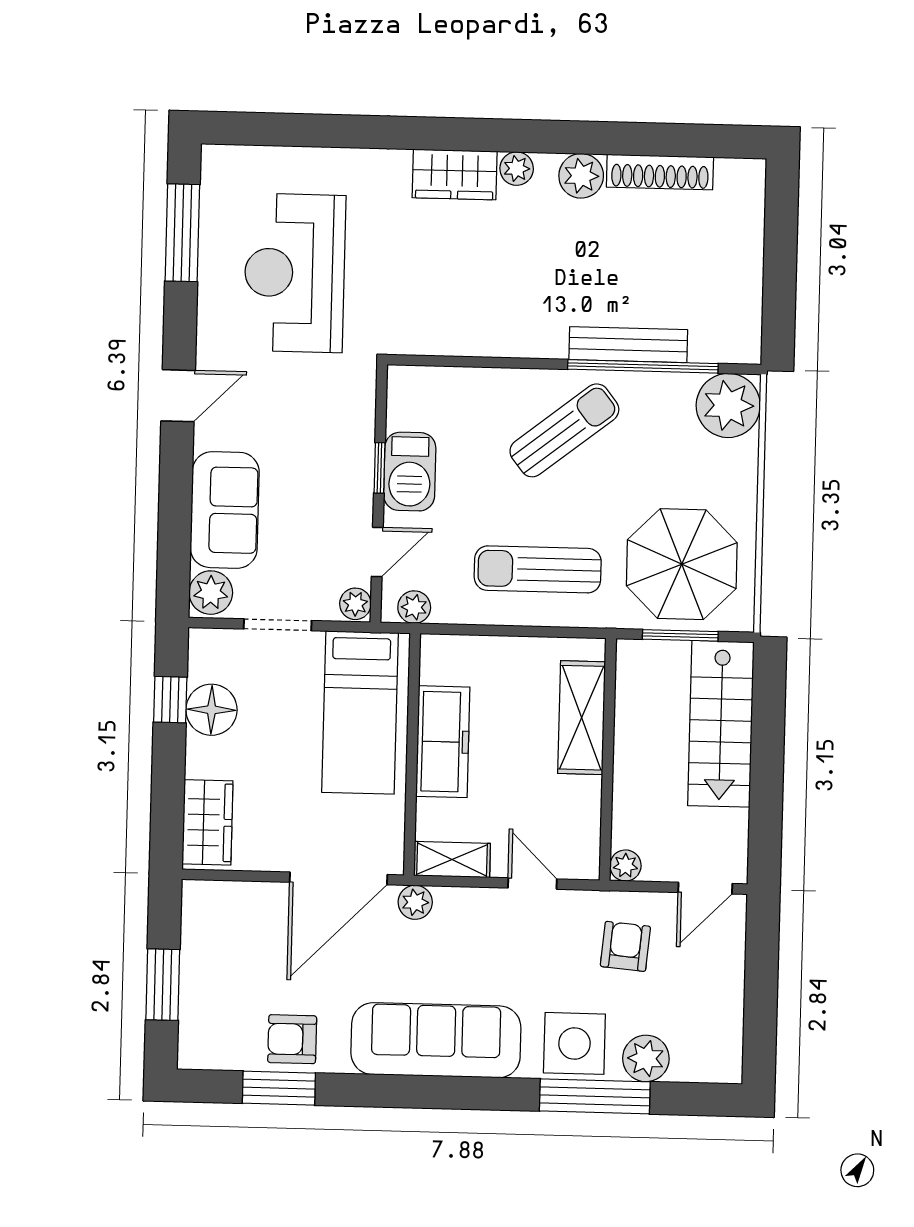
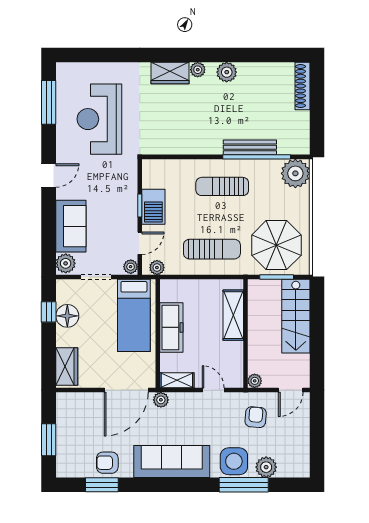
shoe rack: (660, 172) -> (302, 86), moved, turned 90
sun lounger: (564, 430) -> (222, 186), turned -142
sun lounger: (538, 569) -> (212, 249), turned 180

